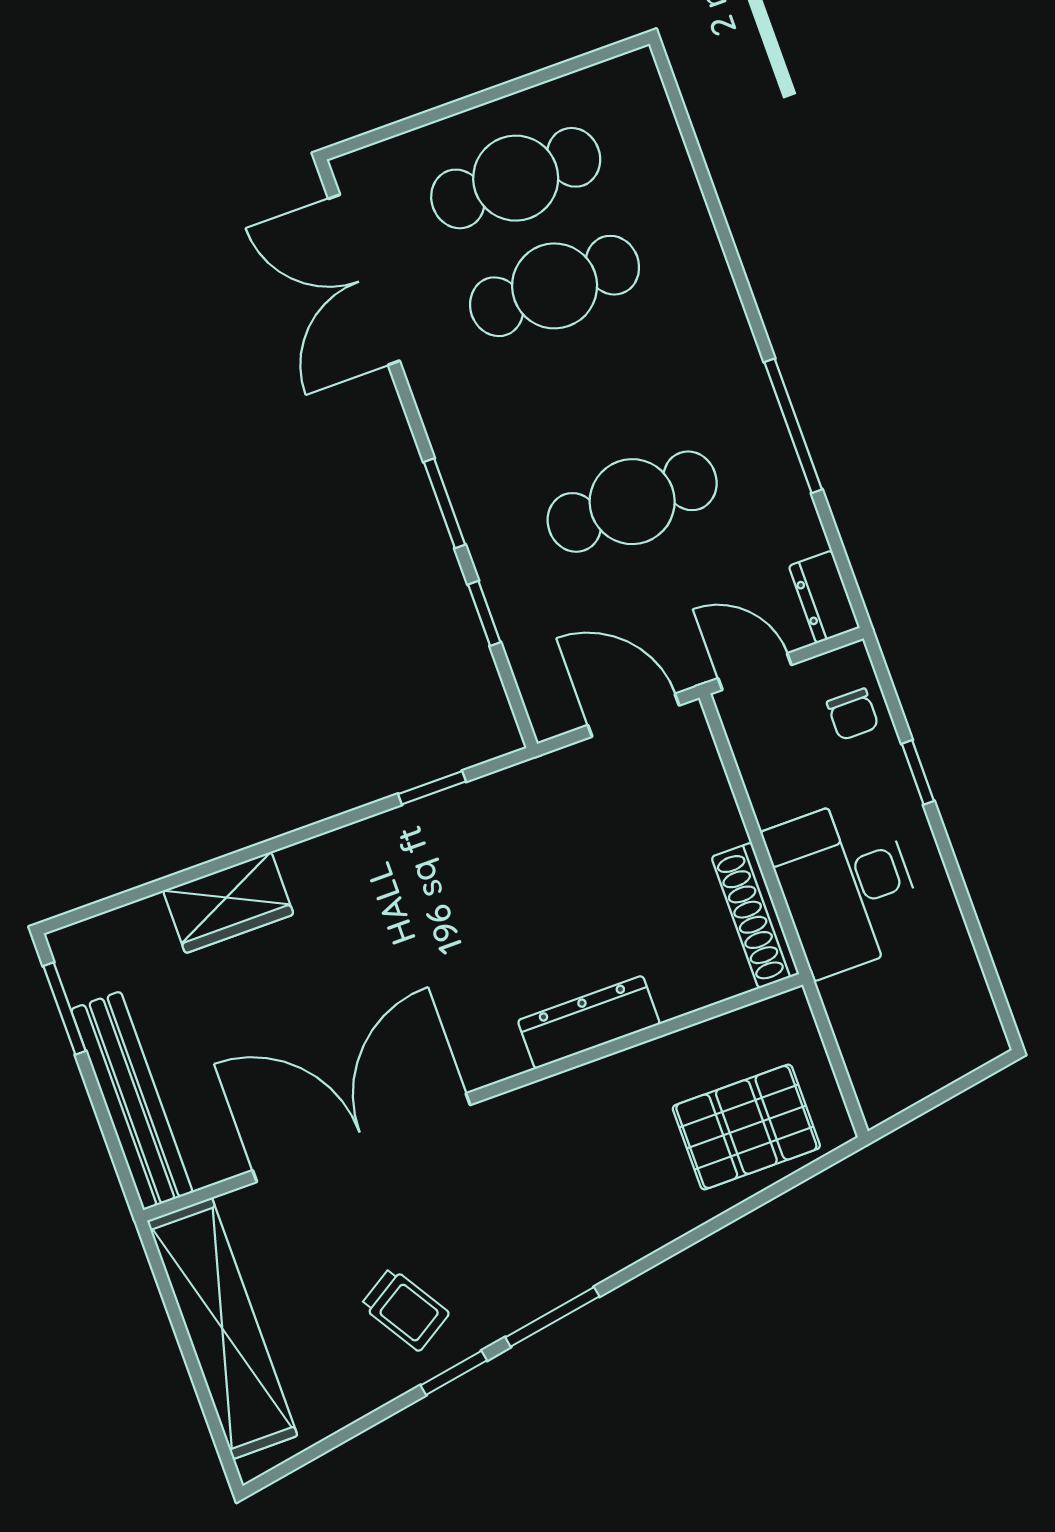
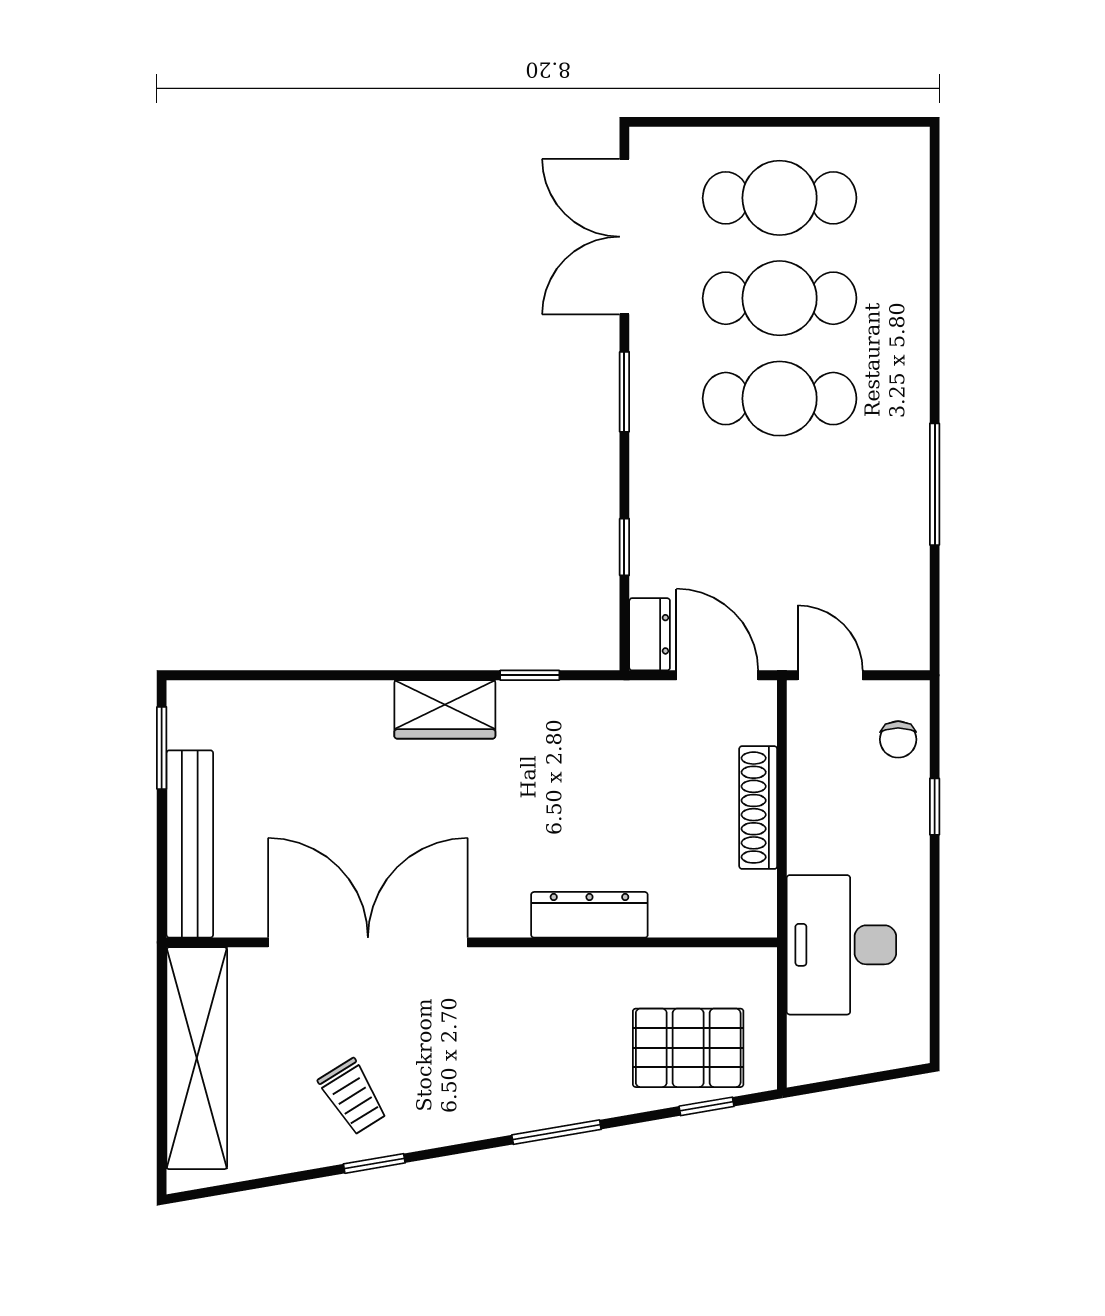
cafe table: (632, 502) -> (780, 399), moved
window: (445, 503) -> (624, 392), moved
dresser: (824, 597) -> (650, 634), moved, turned 180
desk: (846, 886) -> (841, 945), moved
wardrobe: (228, 903) -> (445, 709), moved
shoe rack: (755, 915) -> (758, 808), moved
window: (789, 1183) -> (706, 1106), added
window: (552, 1317) -> (556, 1132), moved

